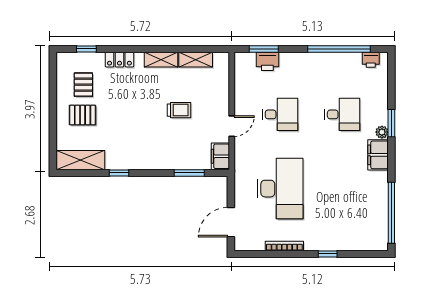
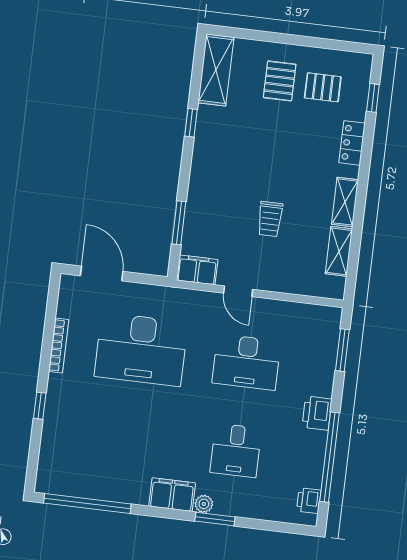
printer: (267, 61) -> (317, 413), moved
desk: (280, 114) -> (246, 362), width x1.37

